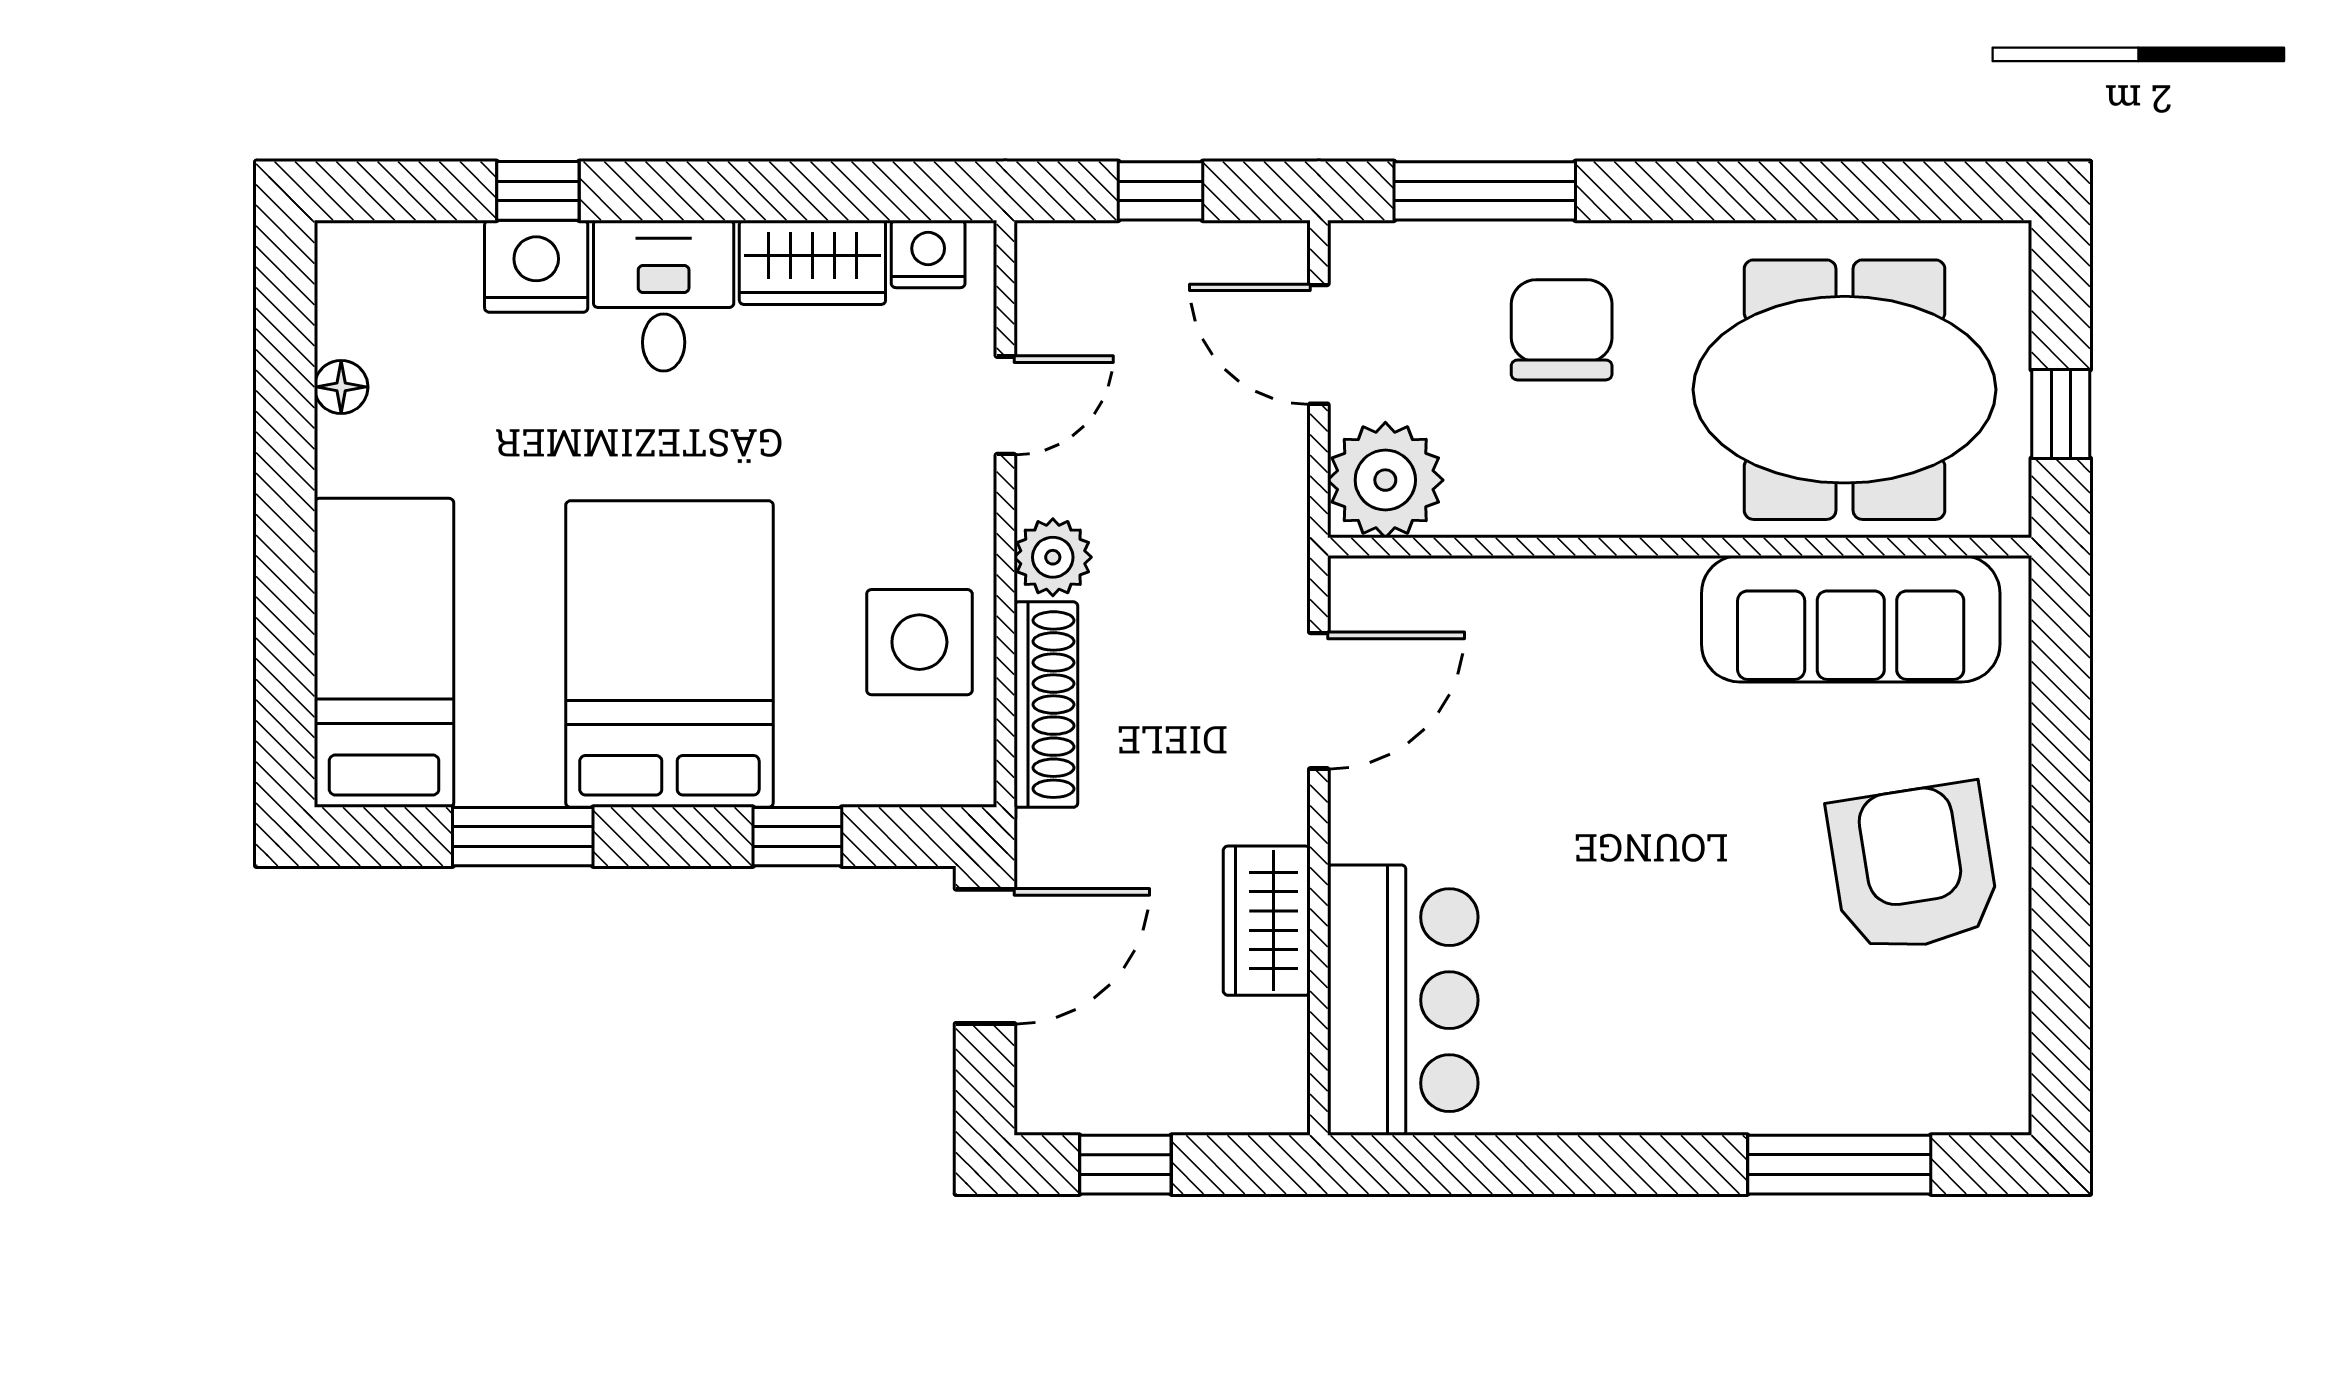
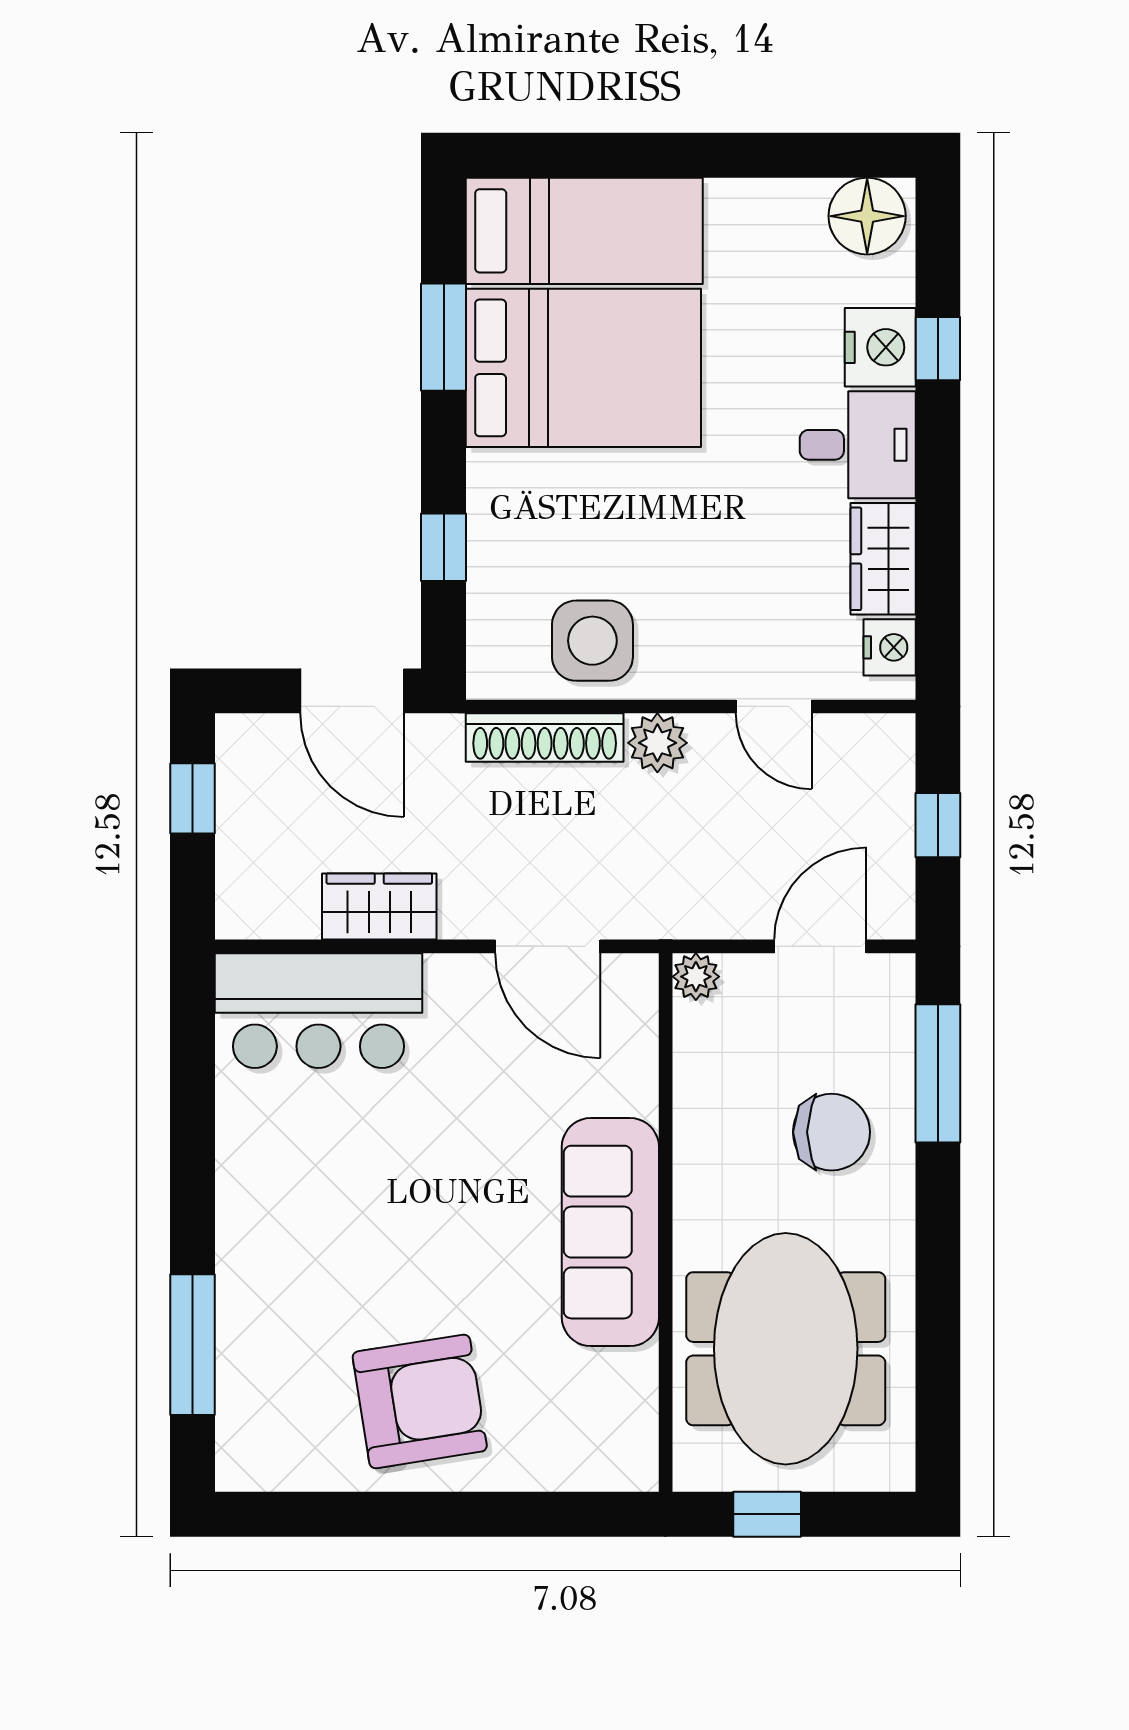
floor lamp: (341, 387) -> (867, 216), moved, width x1.89, depth x1.89
plant: (1385, 480) -> (696, 977), width x0.53, depth x0.53
sofa: (1851, 619) -> (610, 1232), moved
bed: (669, 654) -> (583, 368), moved

